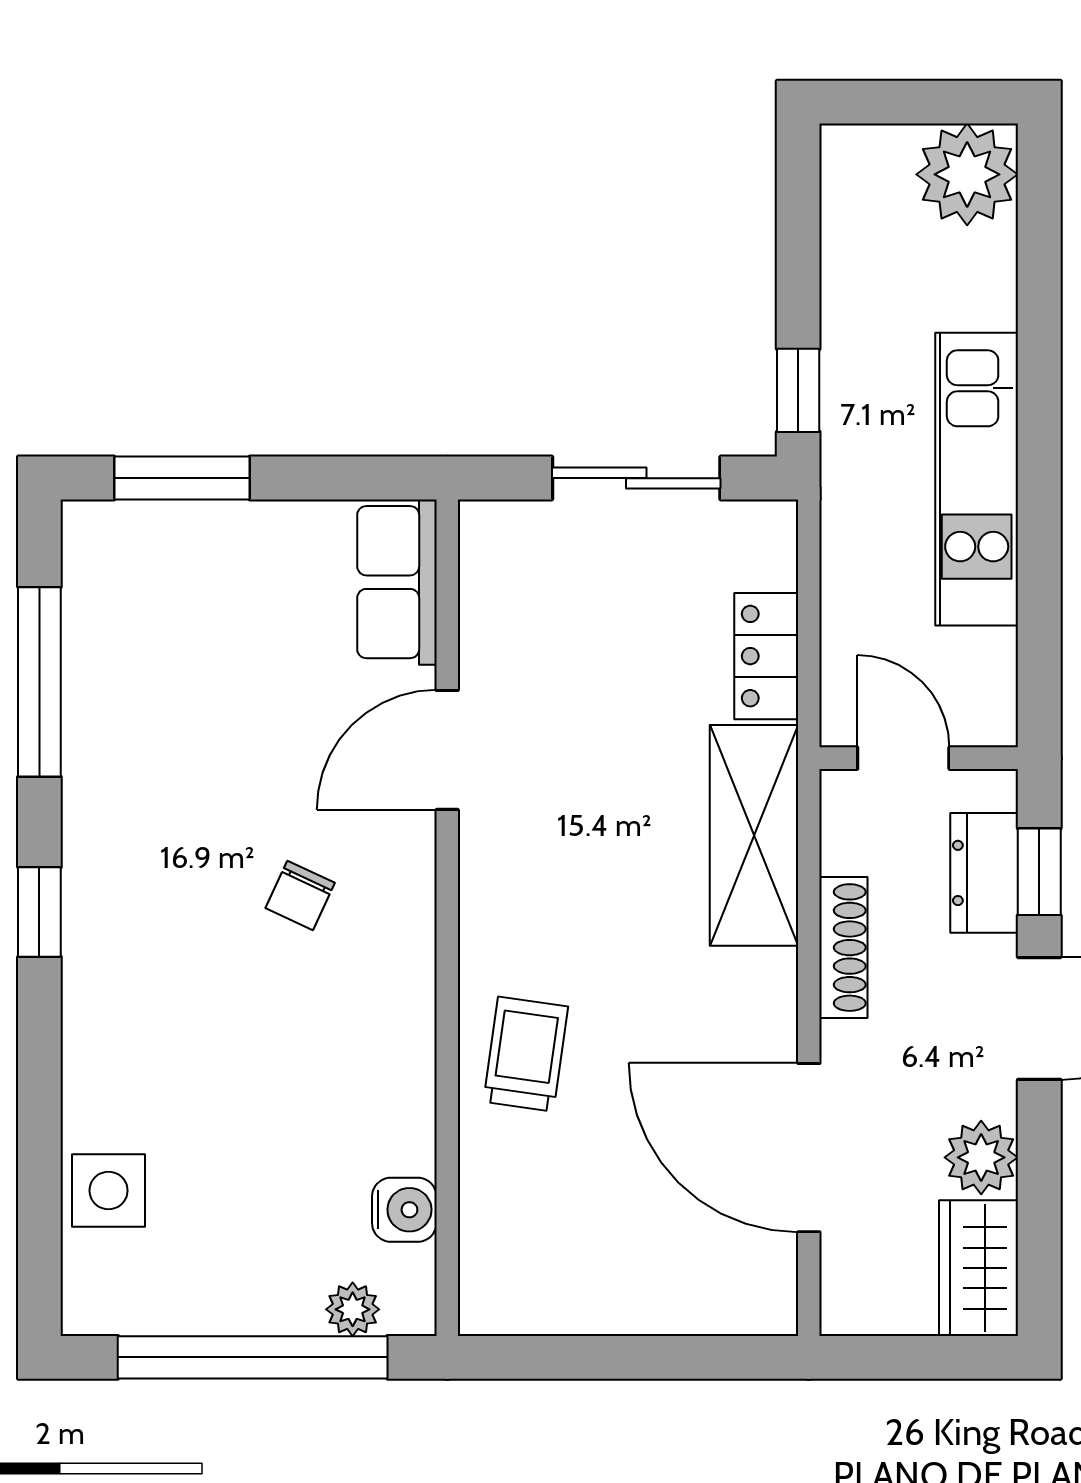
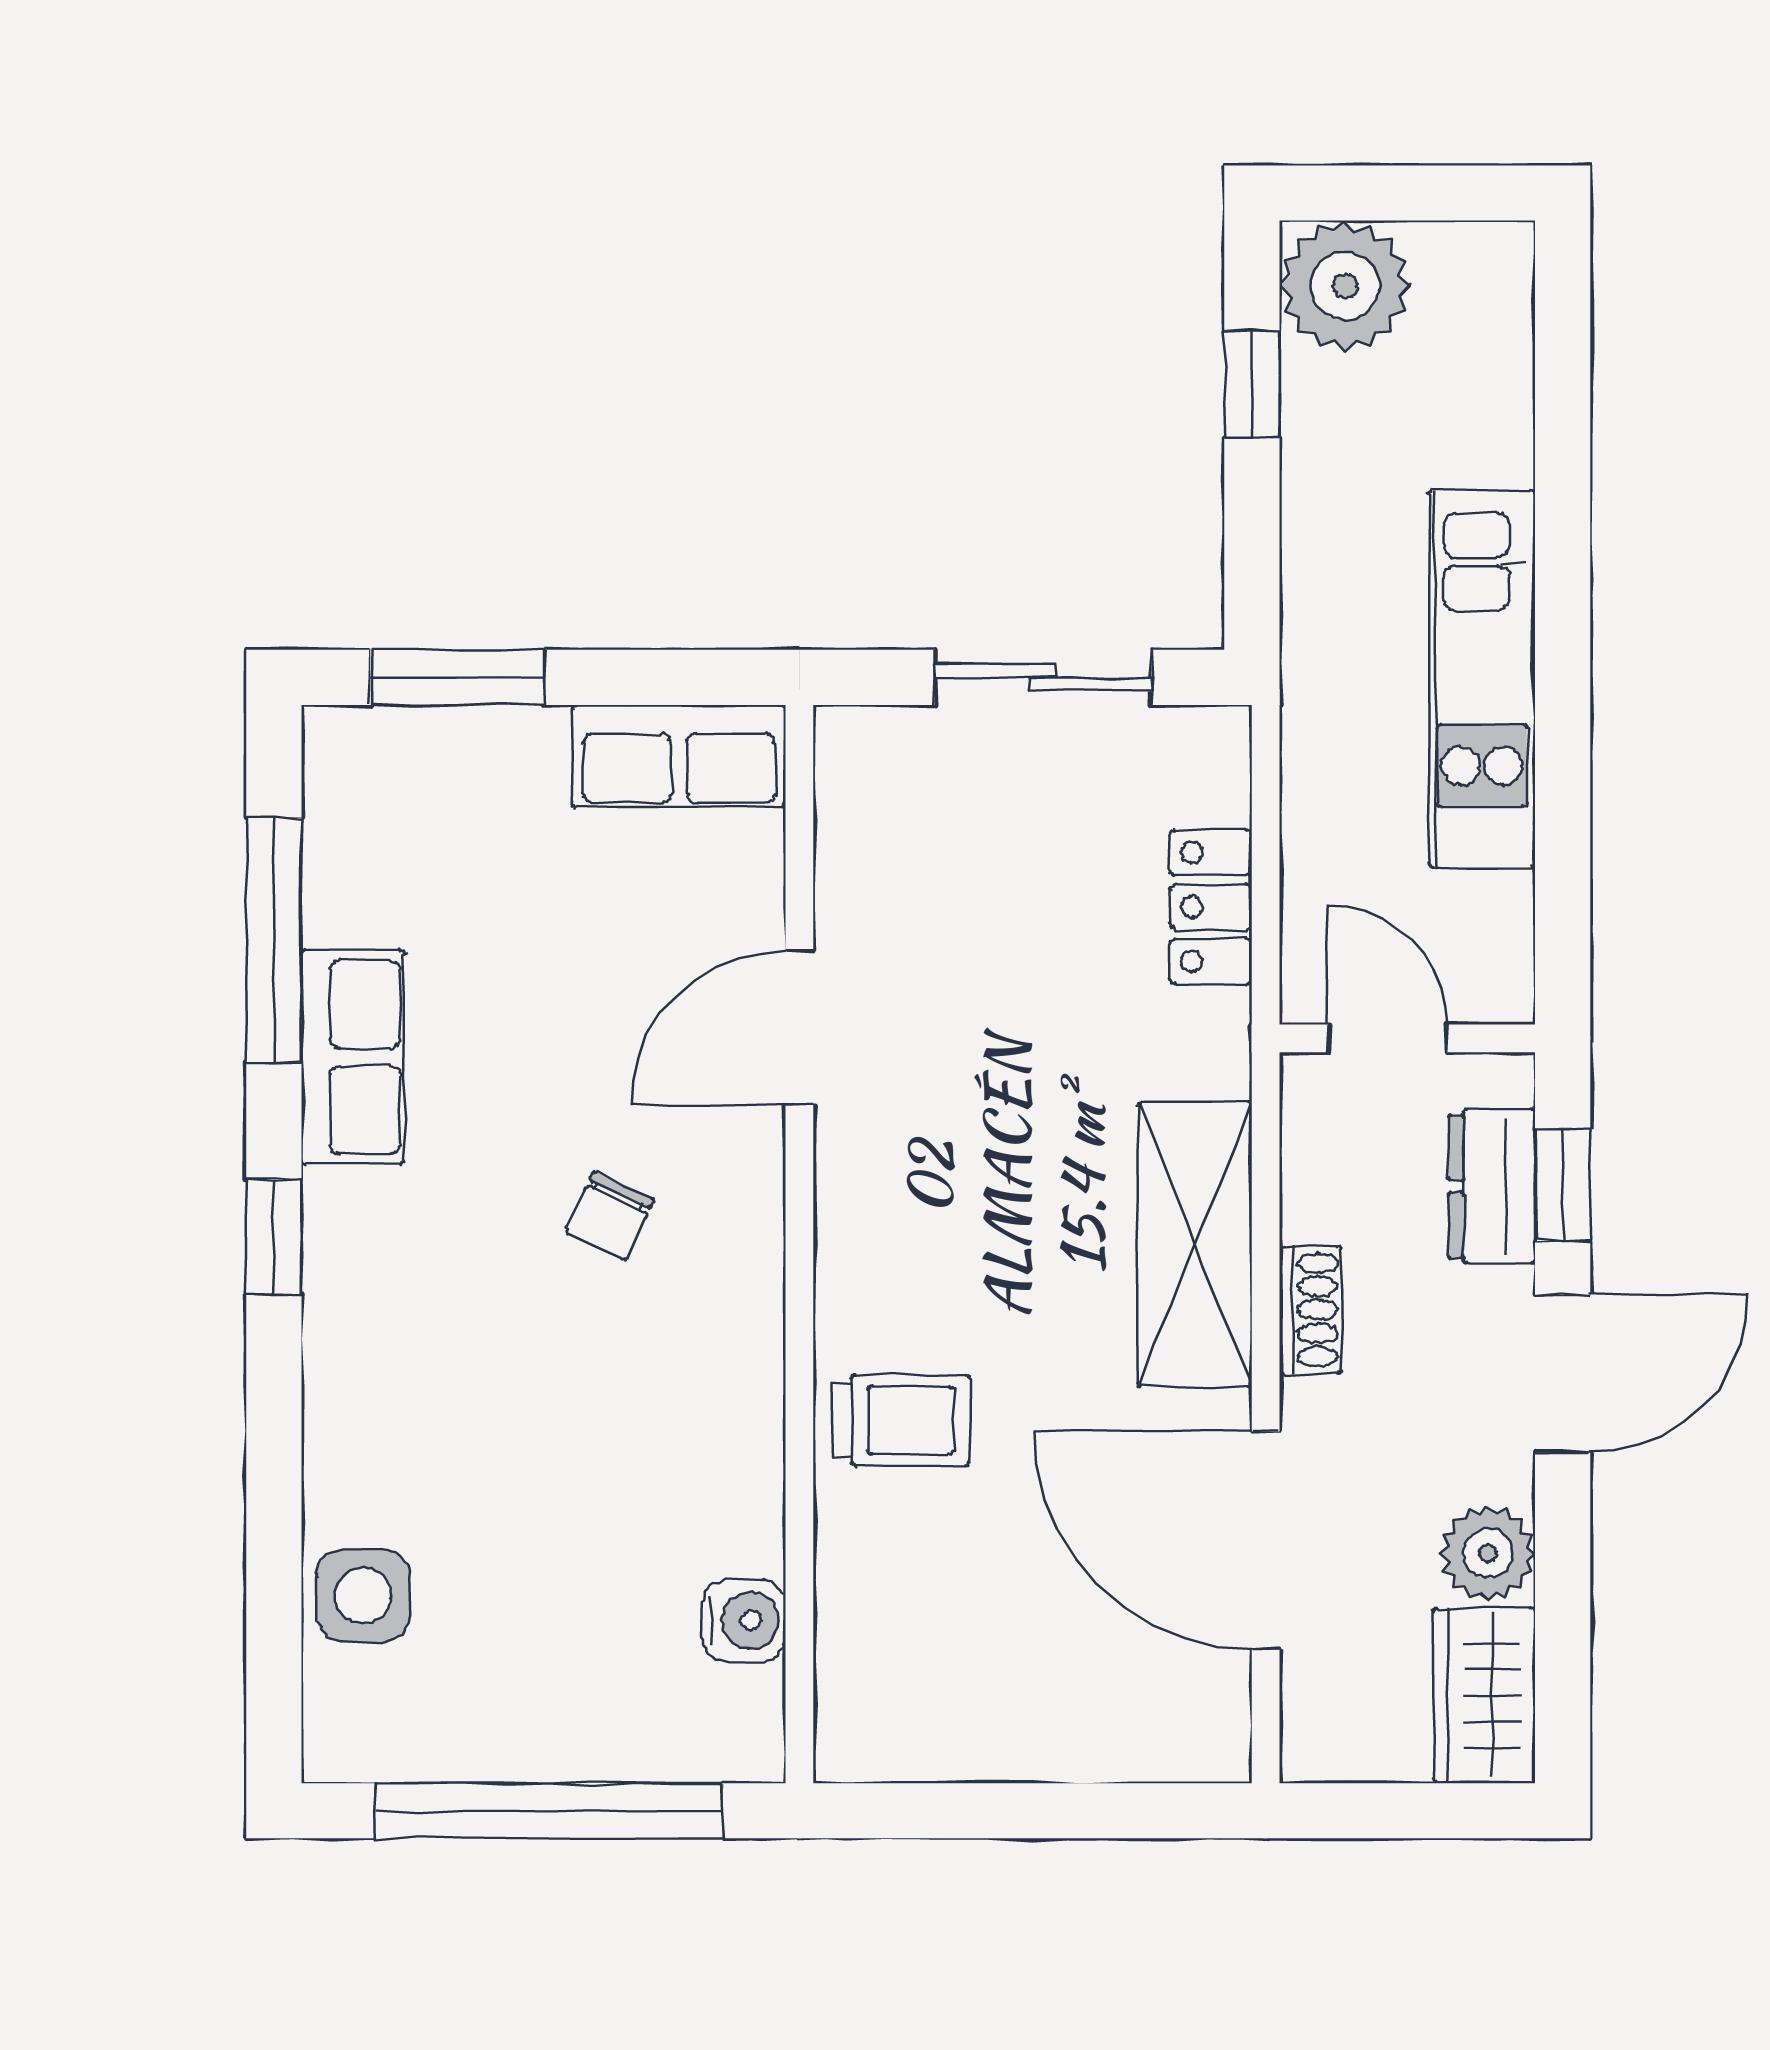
plant: (967, 174) -> (1345, 286), moved
window: (798, 390) -> (1252, 384), moved
row of seats: (397, 582) -> (679, 756), moved, turned -90
row of seats: (101, 773) -> (353, 1057), added
shelving: (754, 835) -> (1195, 1244), moved
shoe rack: (843, 948) -> (1310, 1310), width x0.70
trolley: (526, 1054) -> (901, 1420), turned 82
plant: (353, 1309) -> (678, 1749), removed

